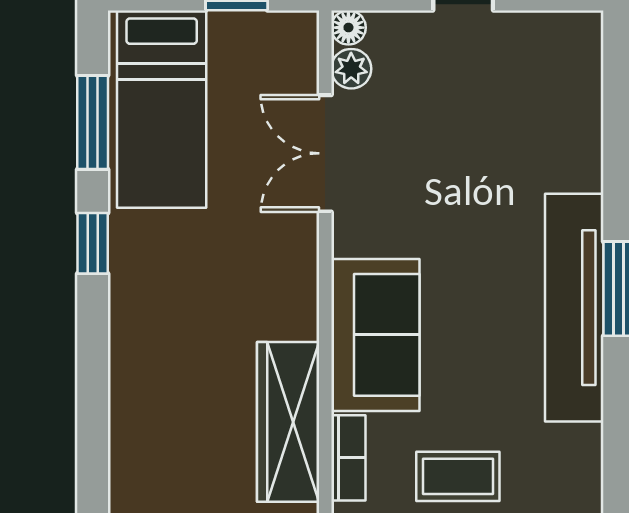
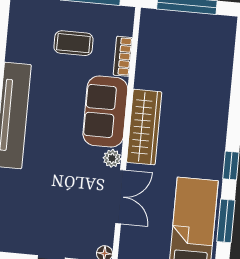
plant: (351, 69) -> (112, 158), moved
wardrobe: (288, 422) -> (144, 127), moved

